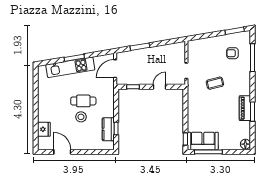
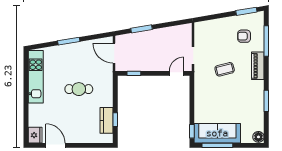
kitchen unit: (70, 67) -> (36, 77), moved, turned -80
door: (115, 69) -> (114, 53), hinge flipped
door: (160, 87) -> (177, 73), moved
piano: (245, 108) -> (258, 66), moved
stool: (81, 117) -> (76, 107), removed
fridge: (44, 129) -> (35, 135), moved
sofa: (203, 141) -> (217, 133), width x1.36

